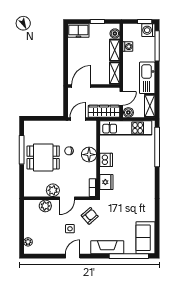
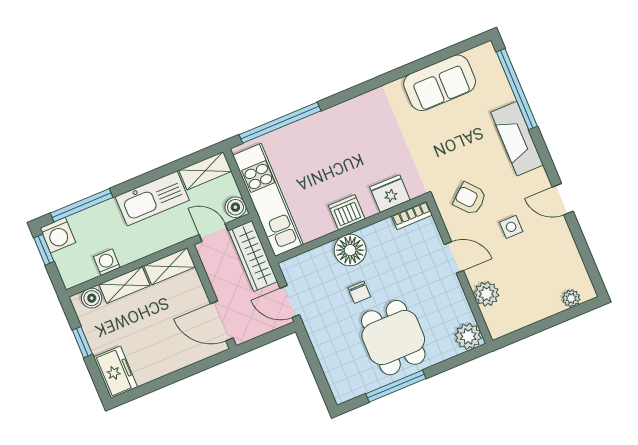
plant: (53, 190) -> (468, 336), moved
sofa: (146, 238) -> (440, 83), moved

